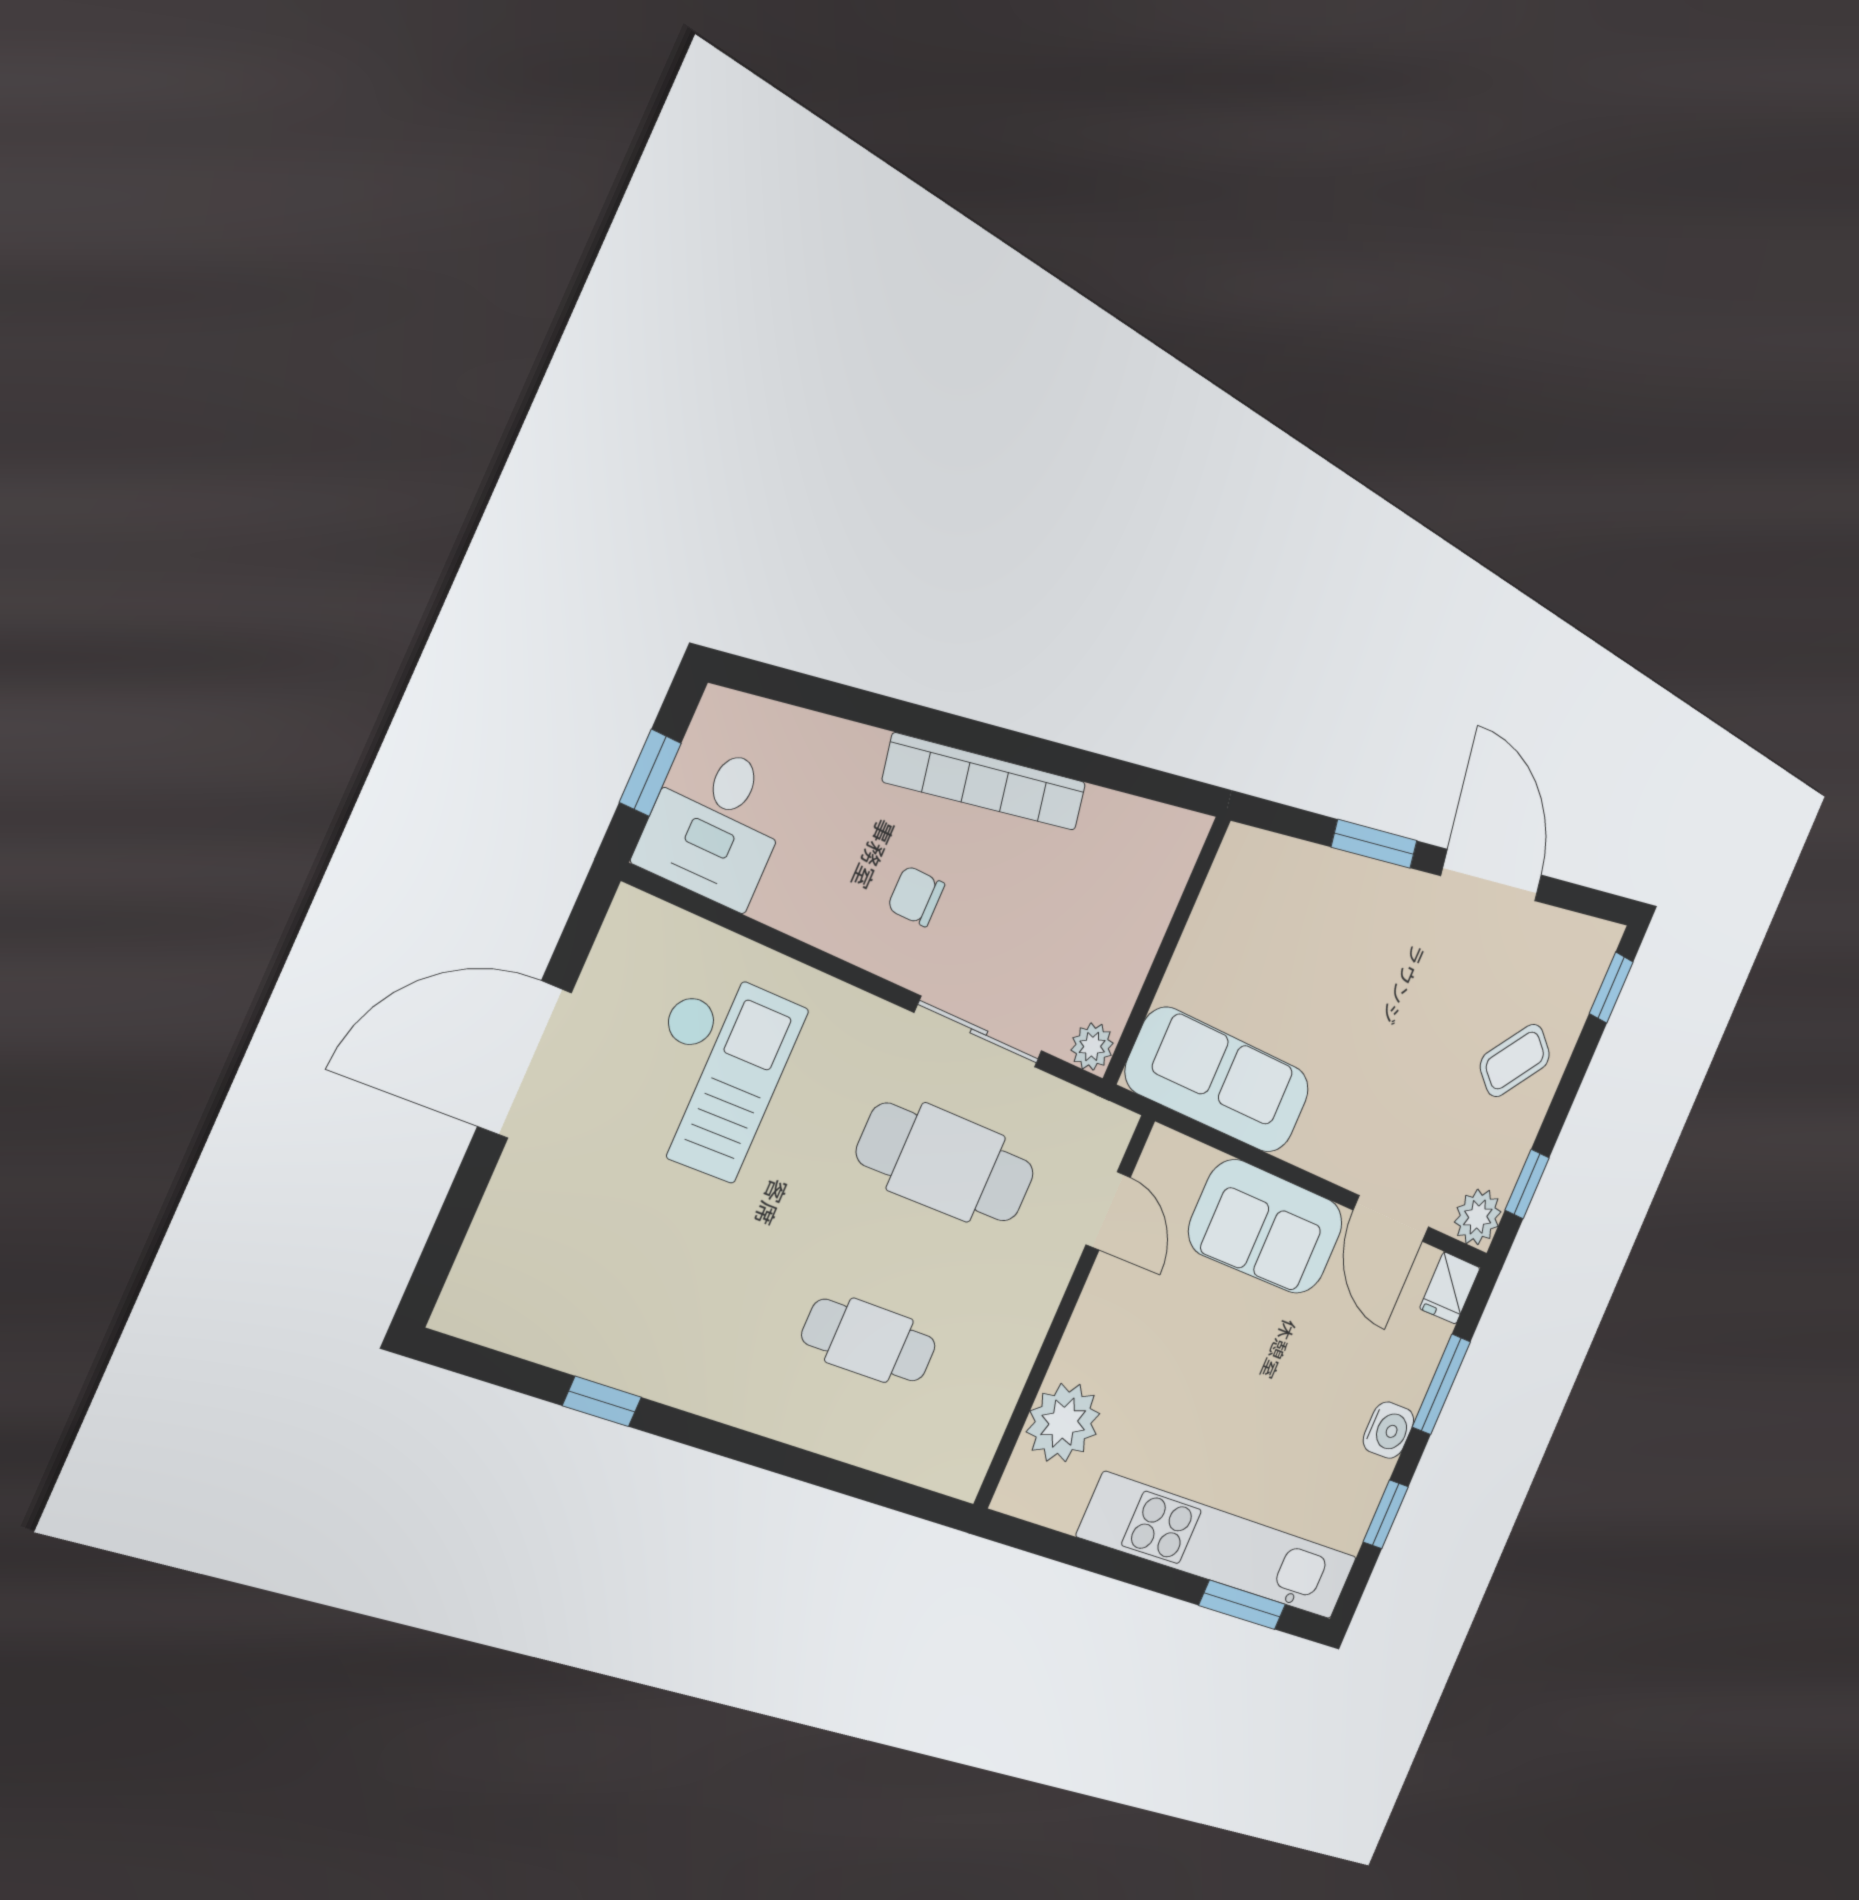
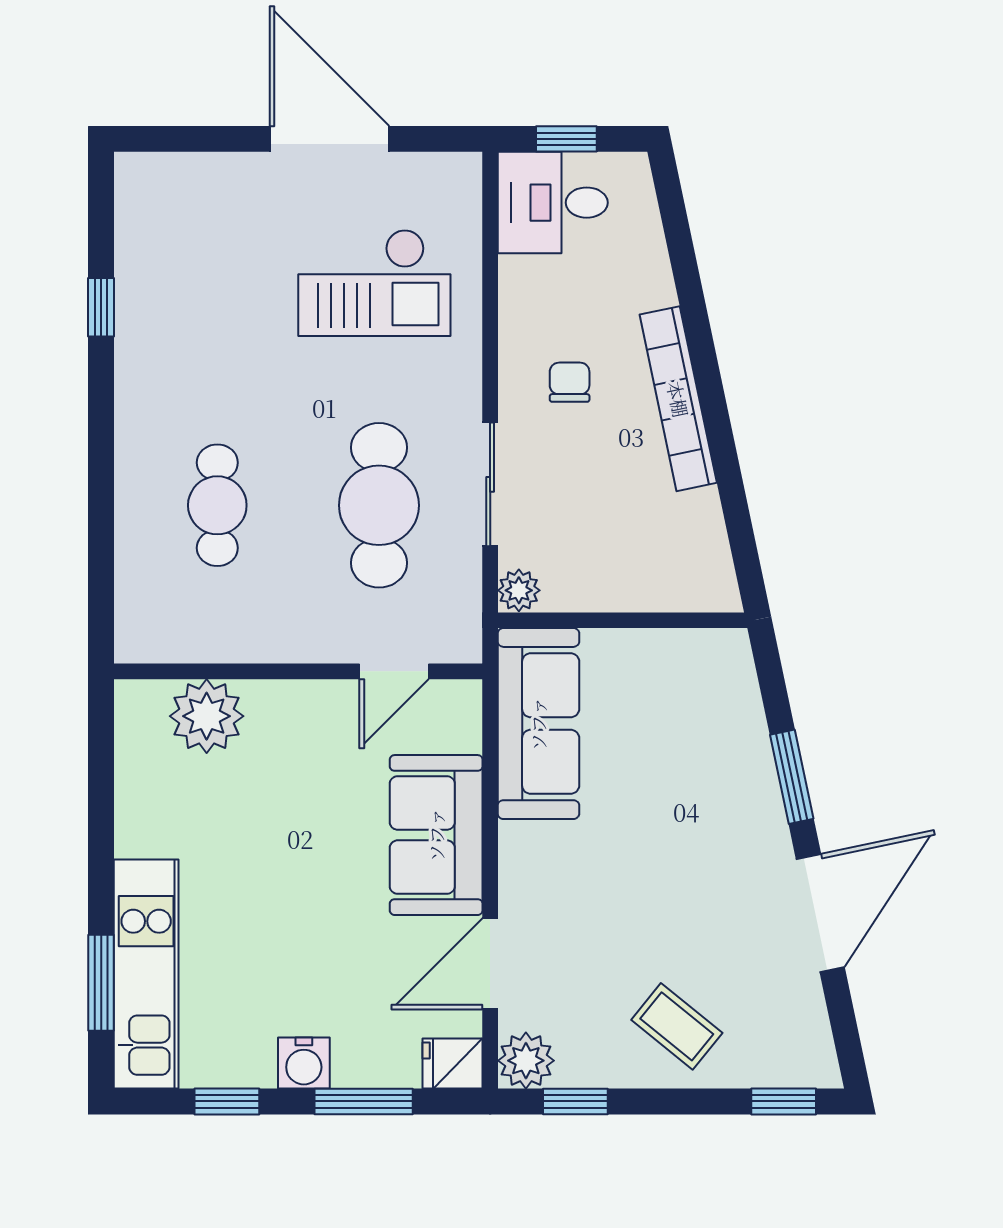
kitchen unit: (1221, 1547) -> (146, 974), width x0.73

